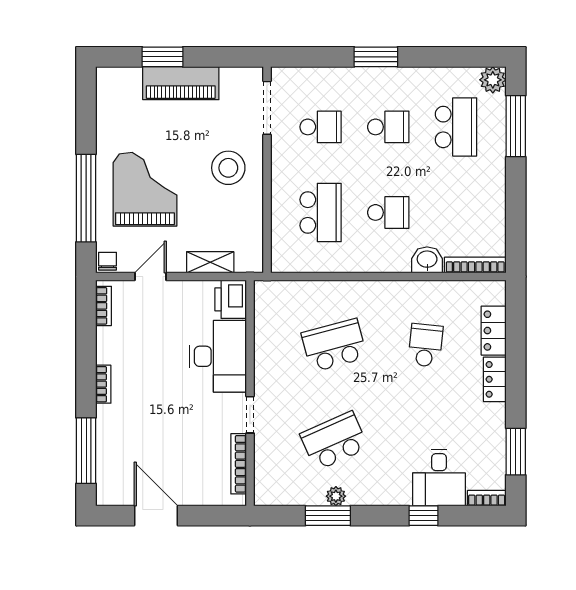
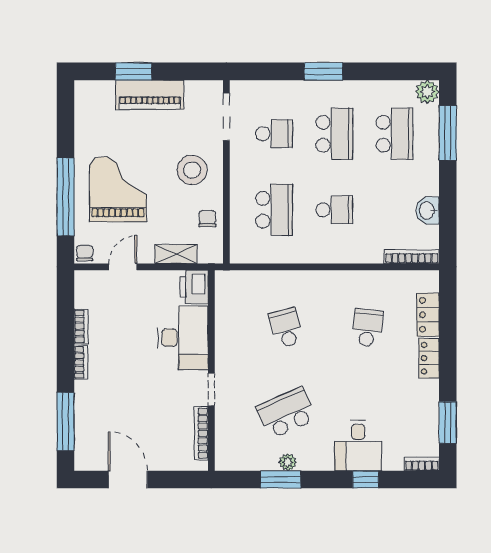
school desk: (388, 127) -> (334, 134), width x1.85
chair: (245, 222) -> (207, 219), added
washbasin: (427, 260) -> (427, 210), moved, turned -90
bookcase: (104, 306) -> (81, 326), moved
school desk: (334, 345) -> (286, 328), width x0.54
desk: (439, 478) -> (358, 446), moved

